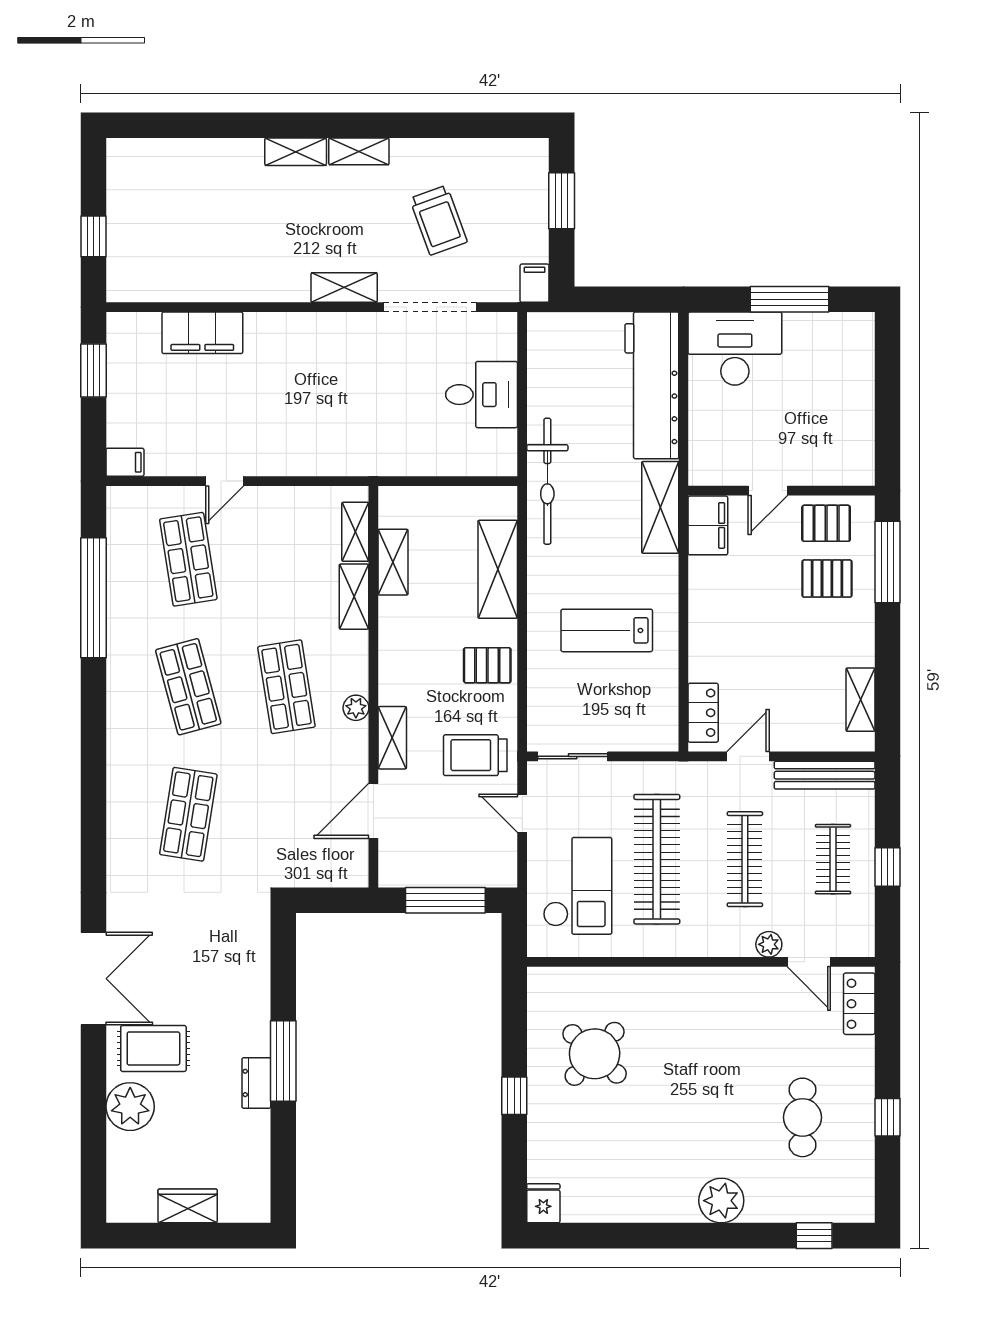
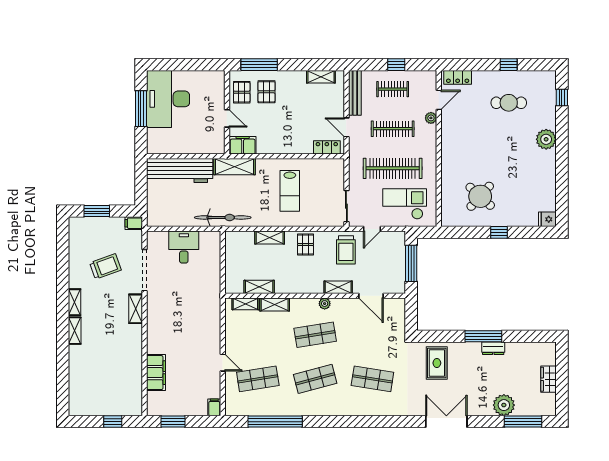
desk: (735, 349) -> (168, 99), moved, width x1.36, depth x1.30
shelving: (498, 569) -> (270, 238), width x0.67, depth x0.75
rug: (153, 1048) -> (437, 363), moved
window: (93, 1149) -> (523, 422), added

